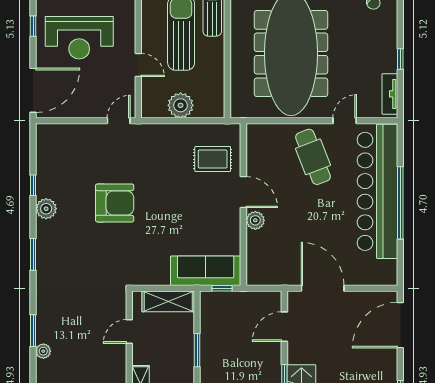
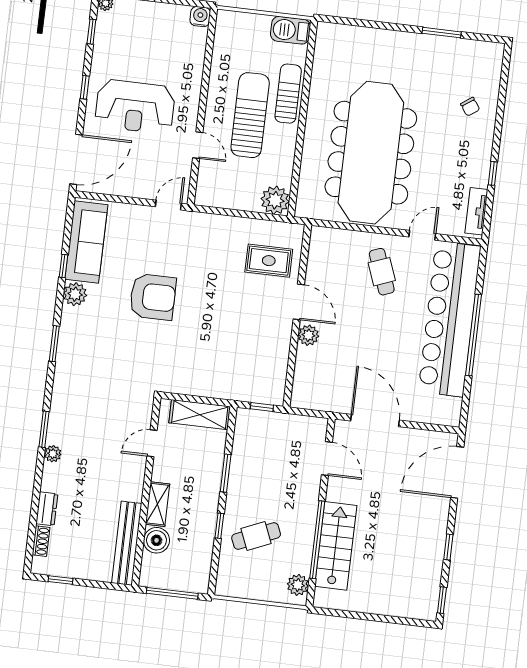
plant: (181, 105) -> (275, 200), moved
cafe table: (313, 157) -> (382, 272), width x0.73, depth x0.74
sofa: (206, 271) -> (86, 242), moved, turned 90
door: (284, 327) -> (327, 459), swing flipped

